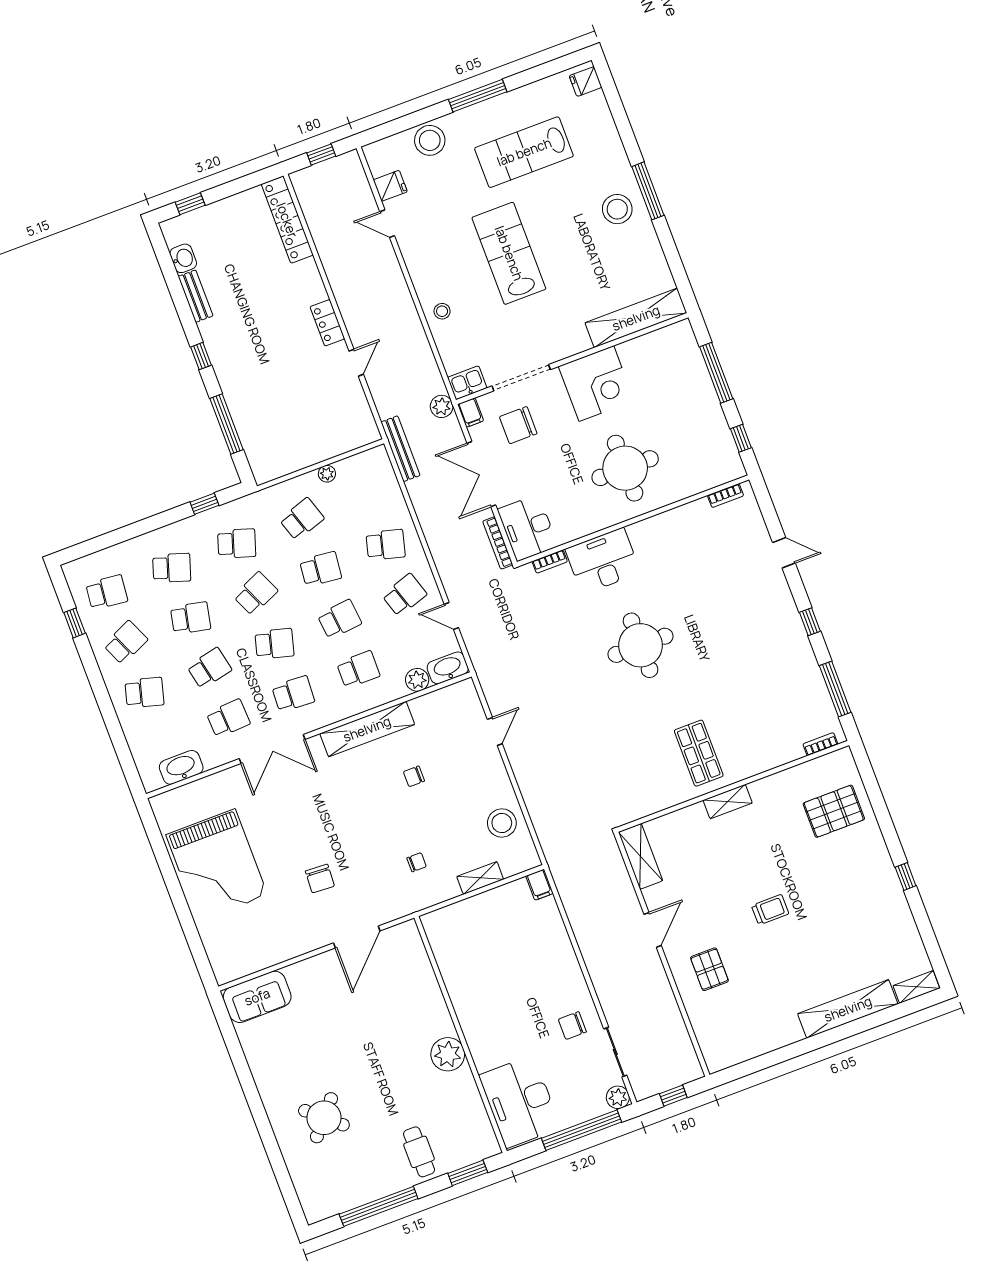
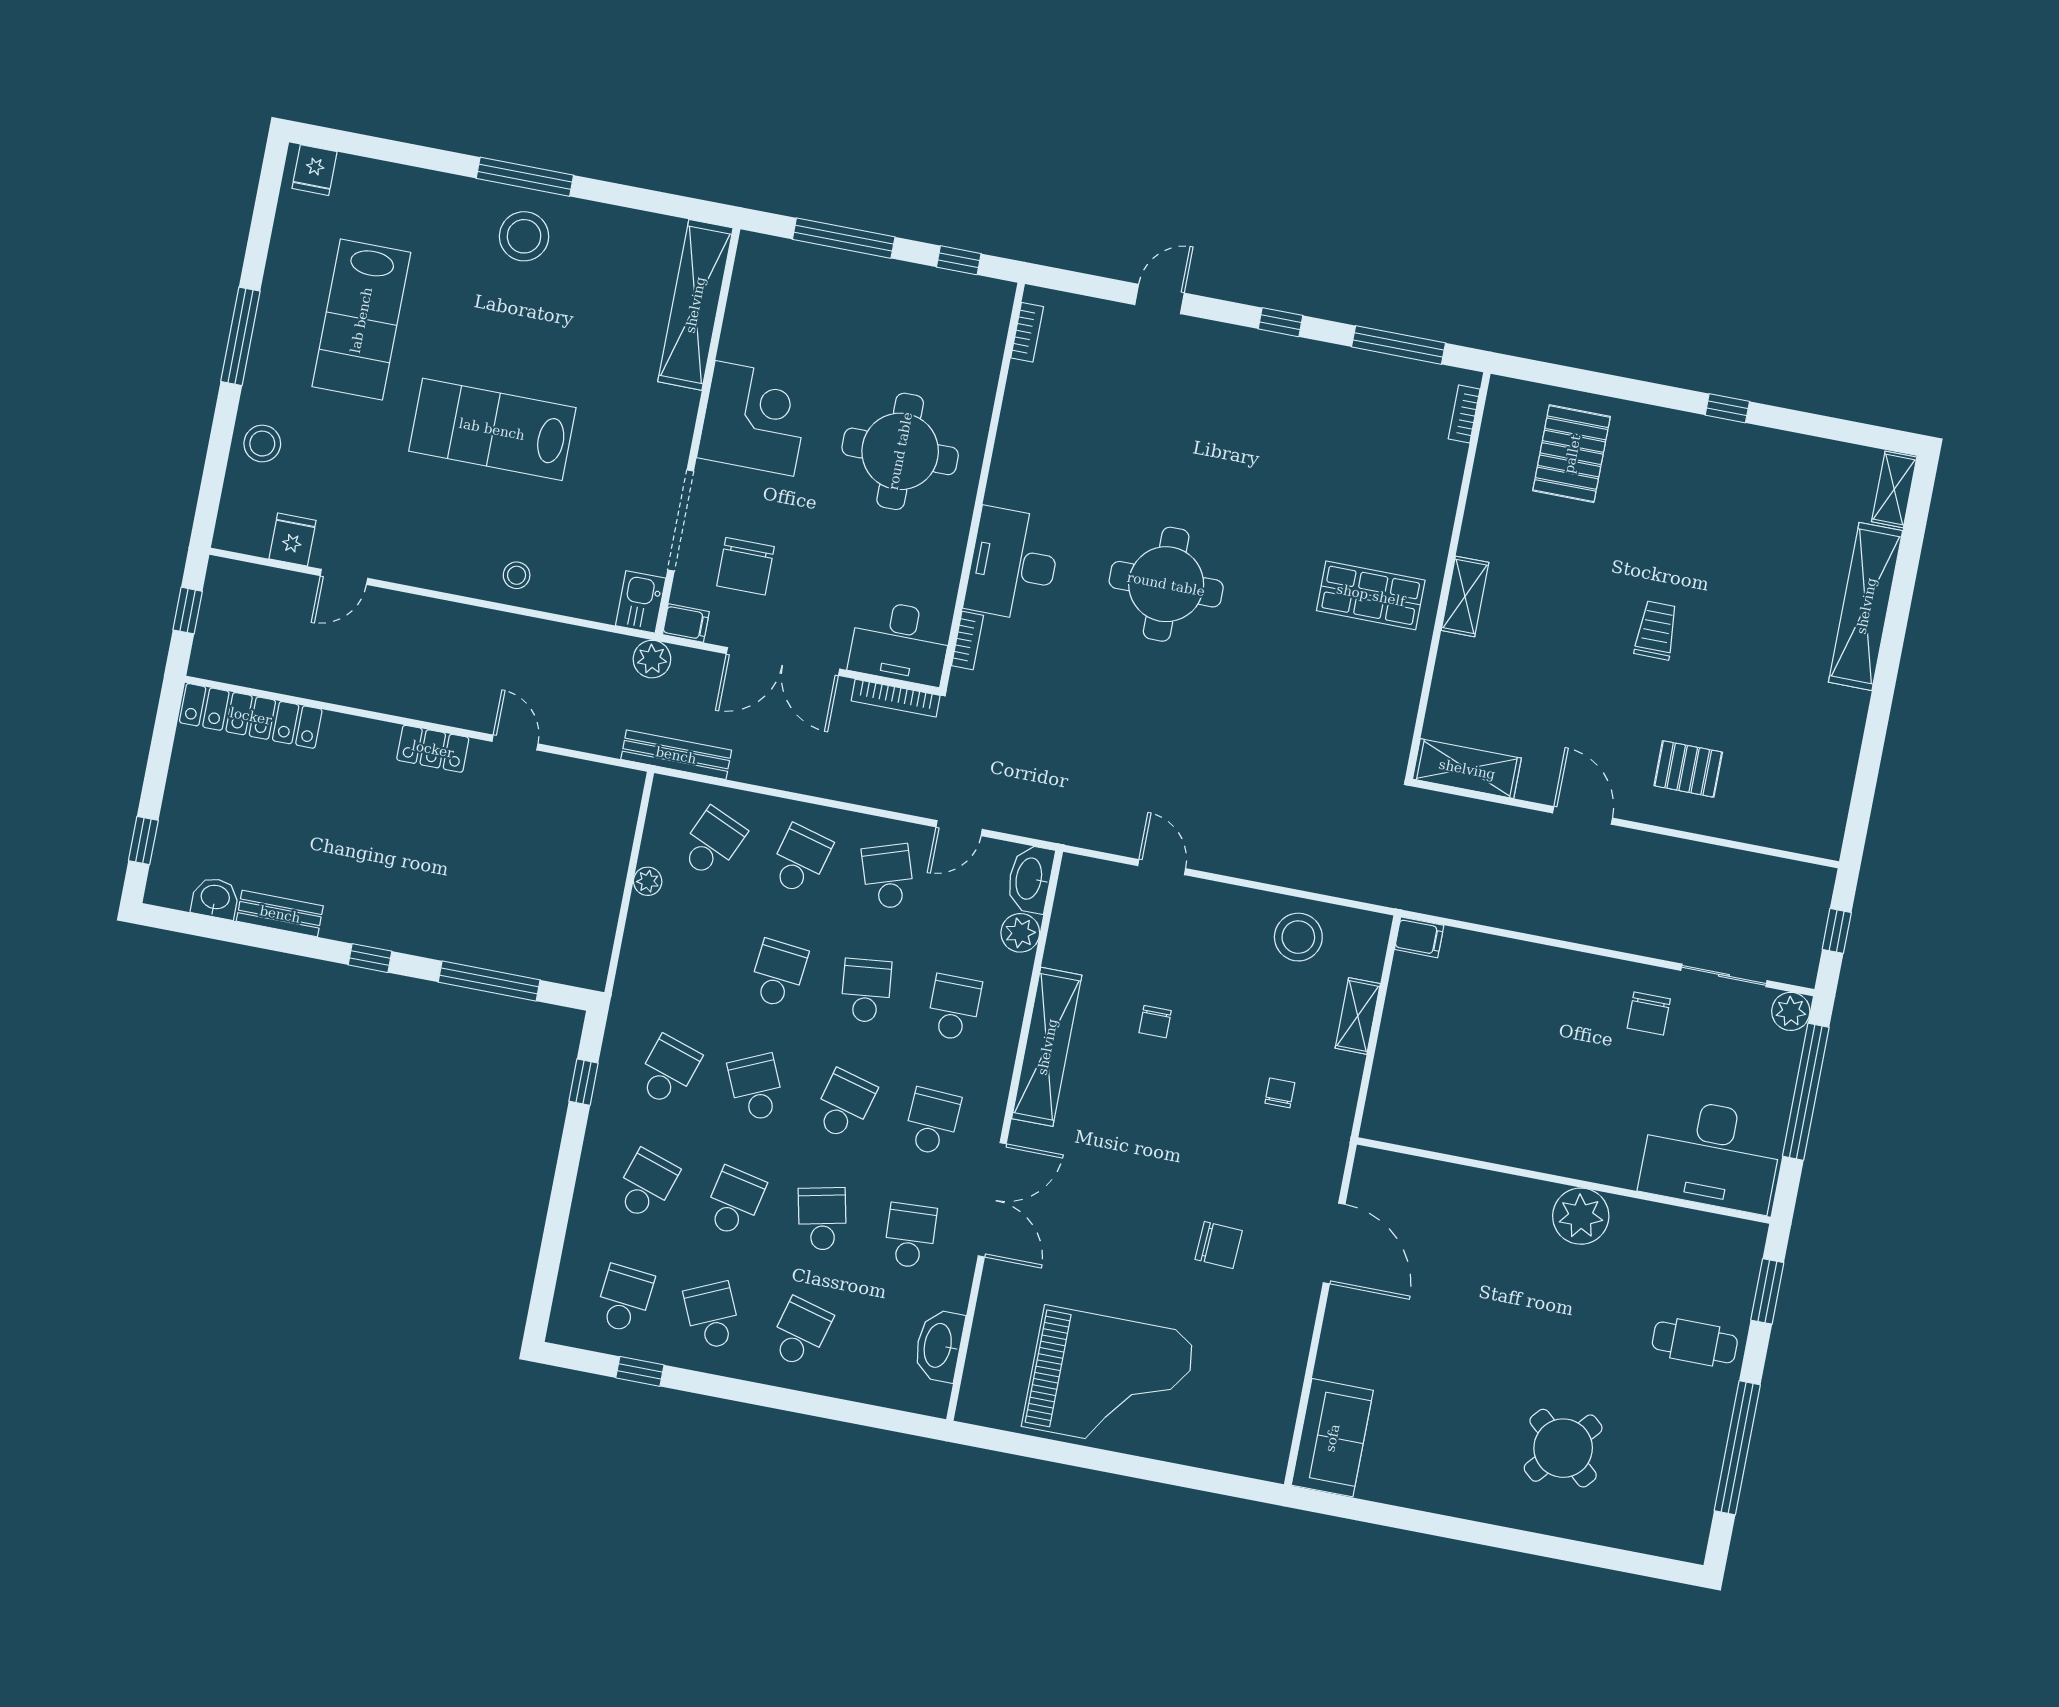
stool: (430, 140) -> (262, 444), width x0.73, depth x0.73
school desk: (302, 519) -> (712, 843), moved, turned 42

